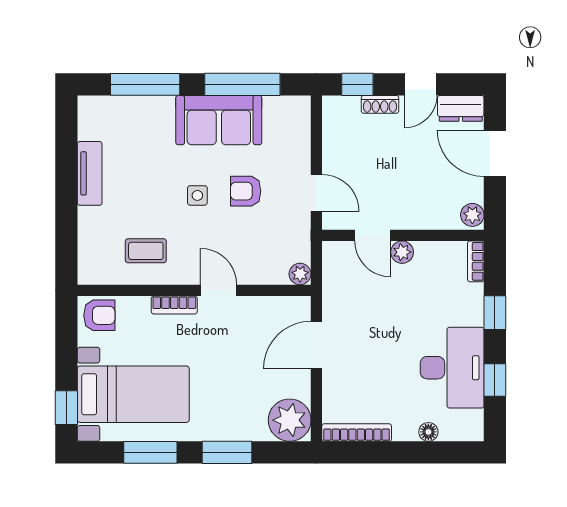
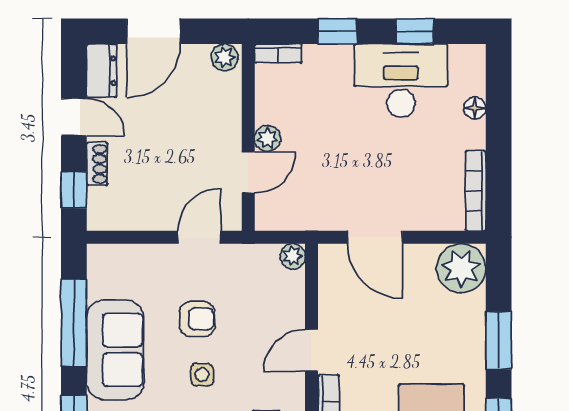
armchair: (246, 191) -> (197, 319), turned -90

